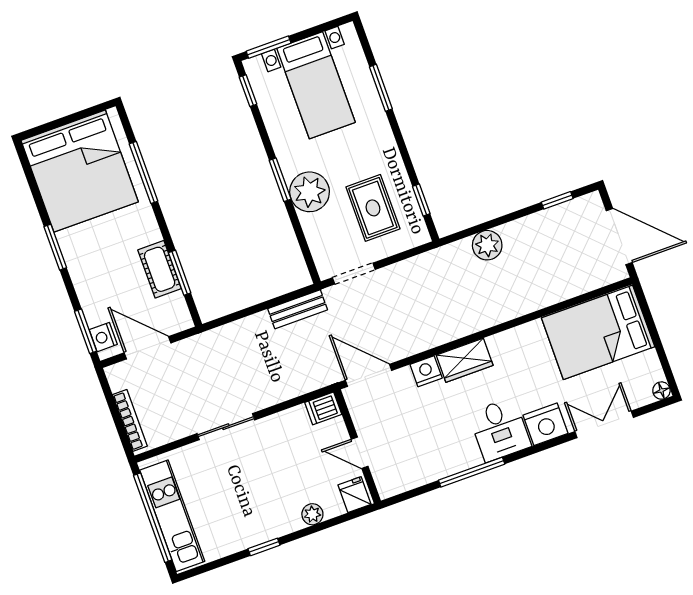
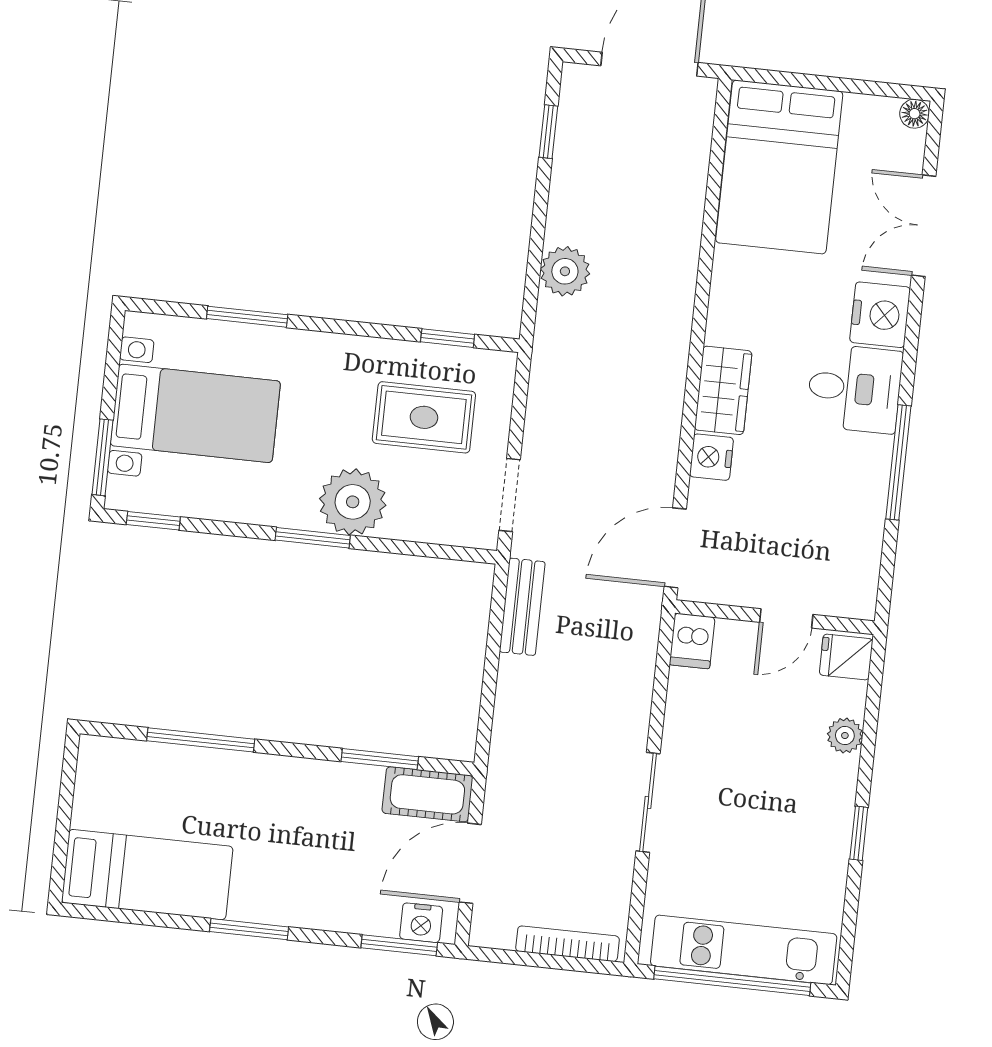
bed: (80, 171) -> (147, 875), width x0.49
cot: (160, 269) -> (427, 794), moved

